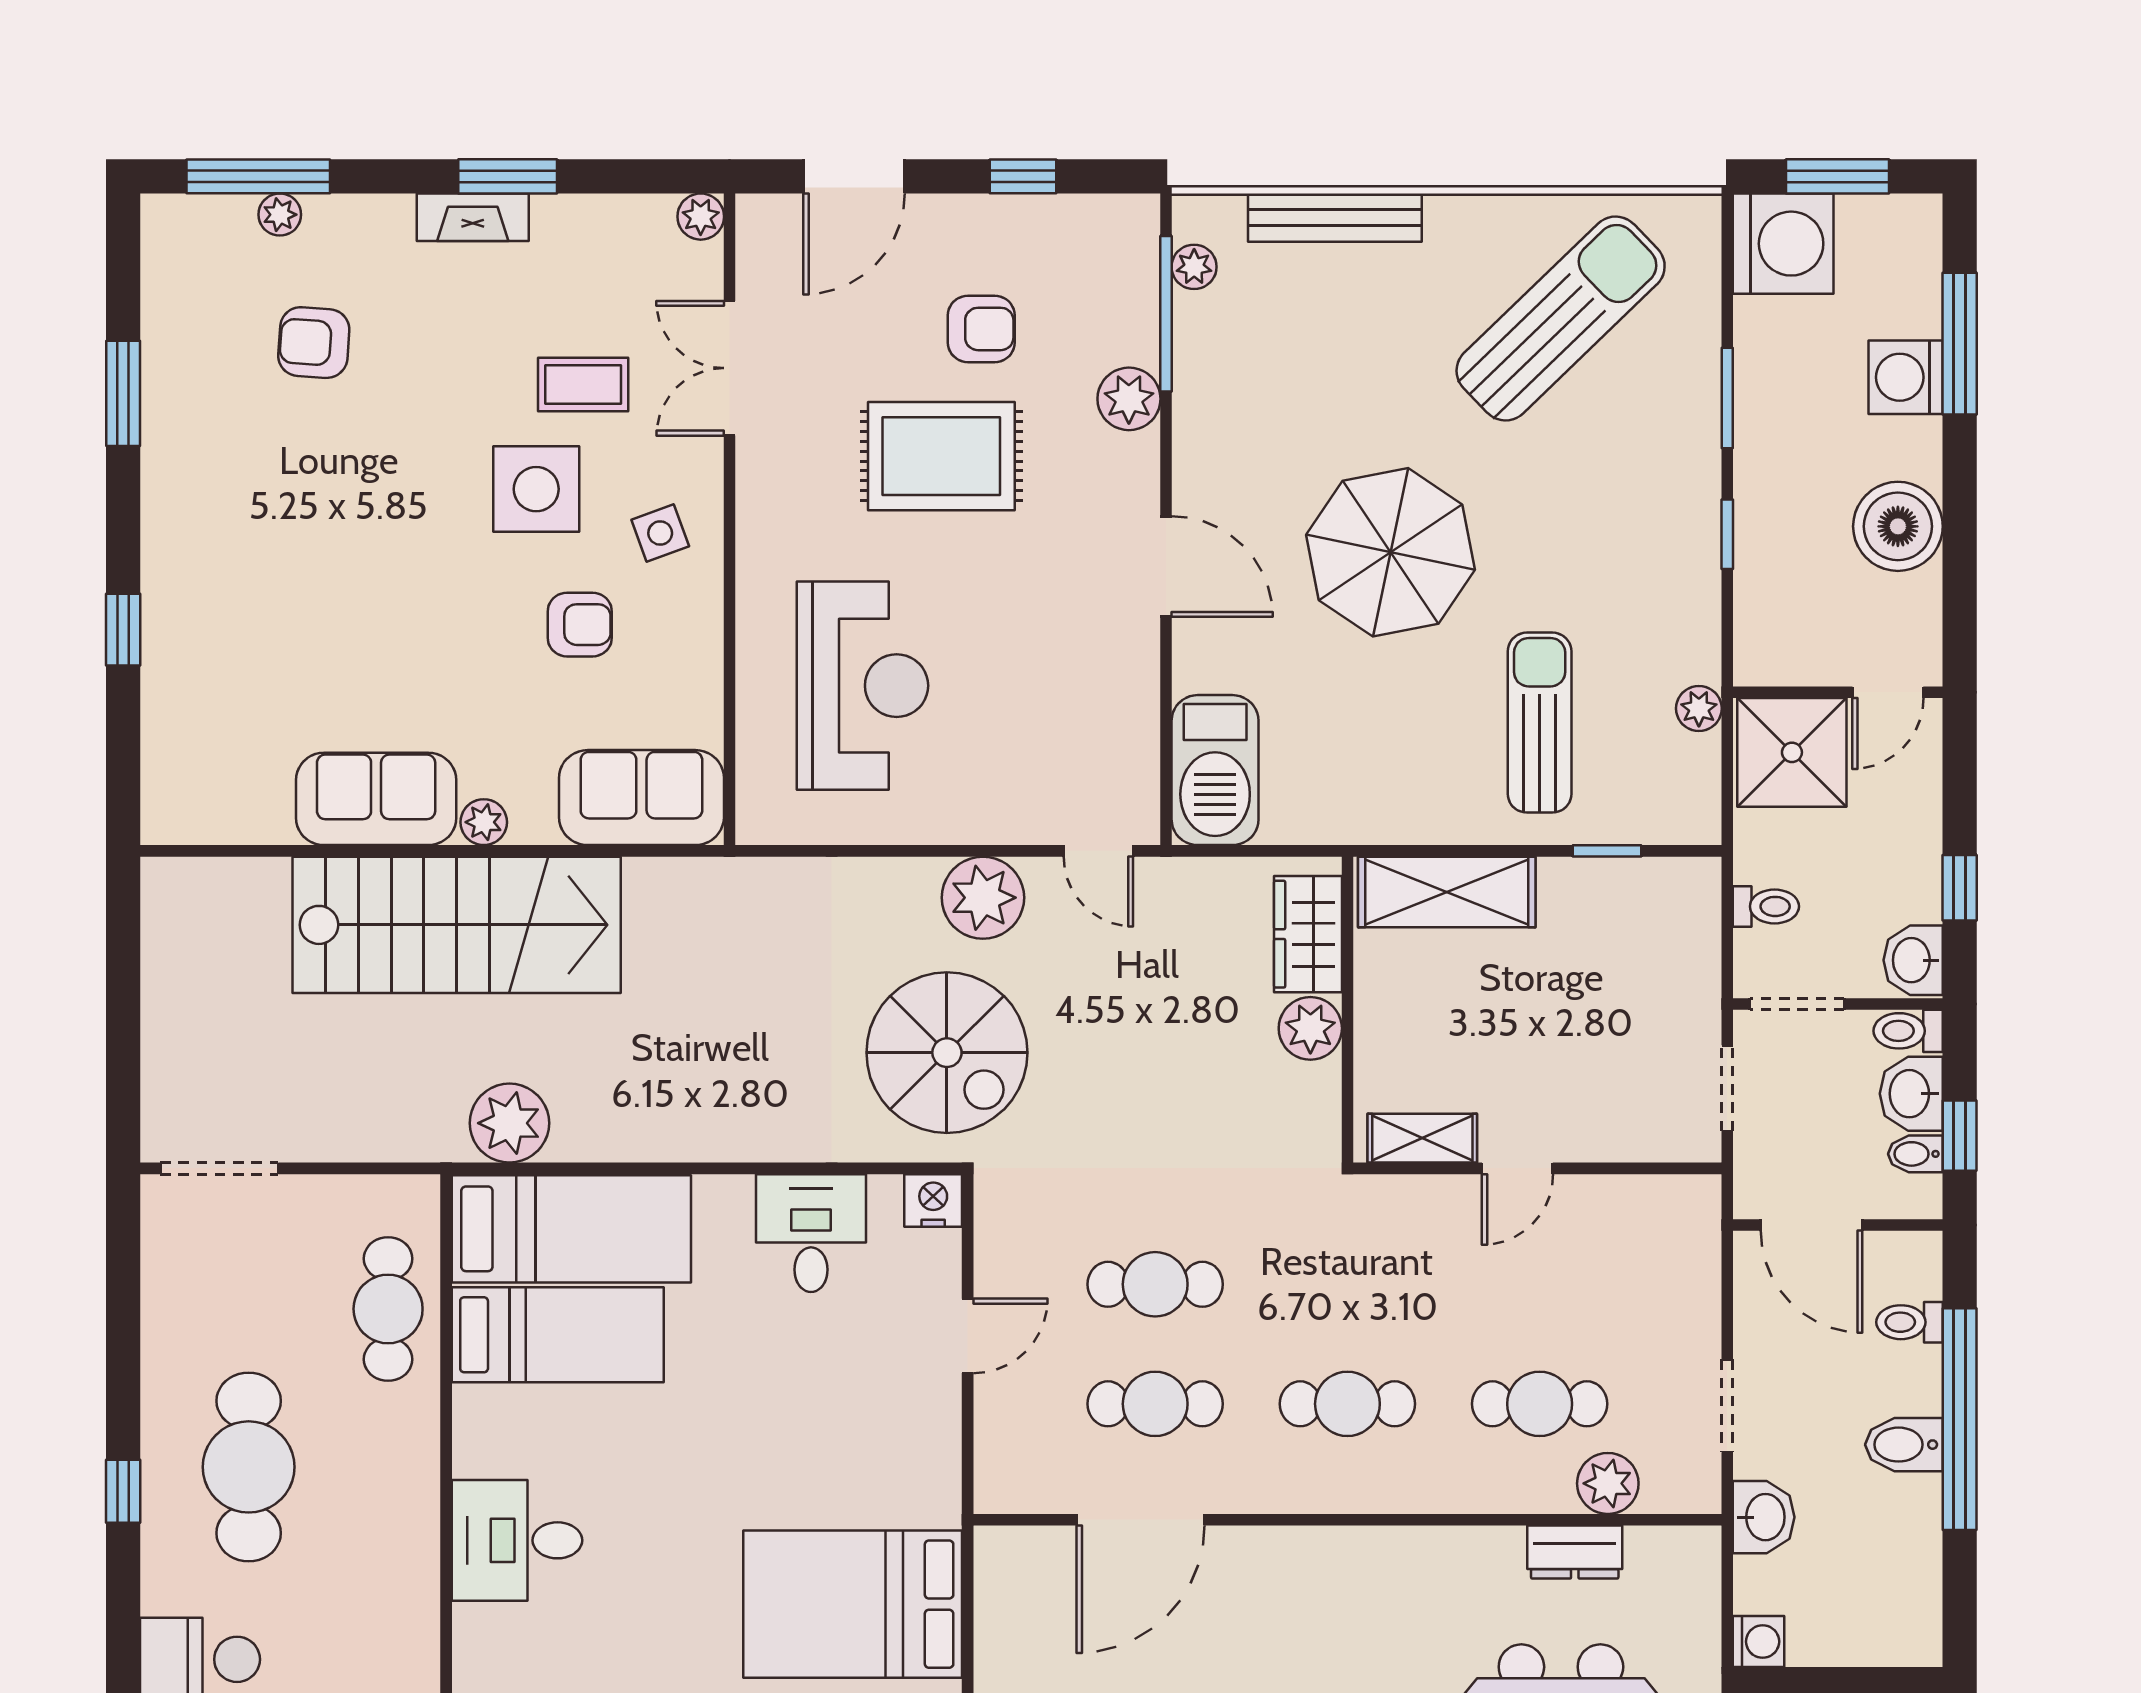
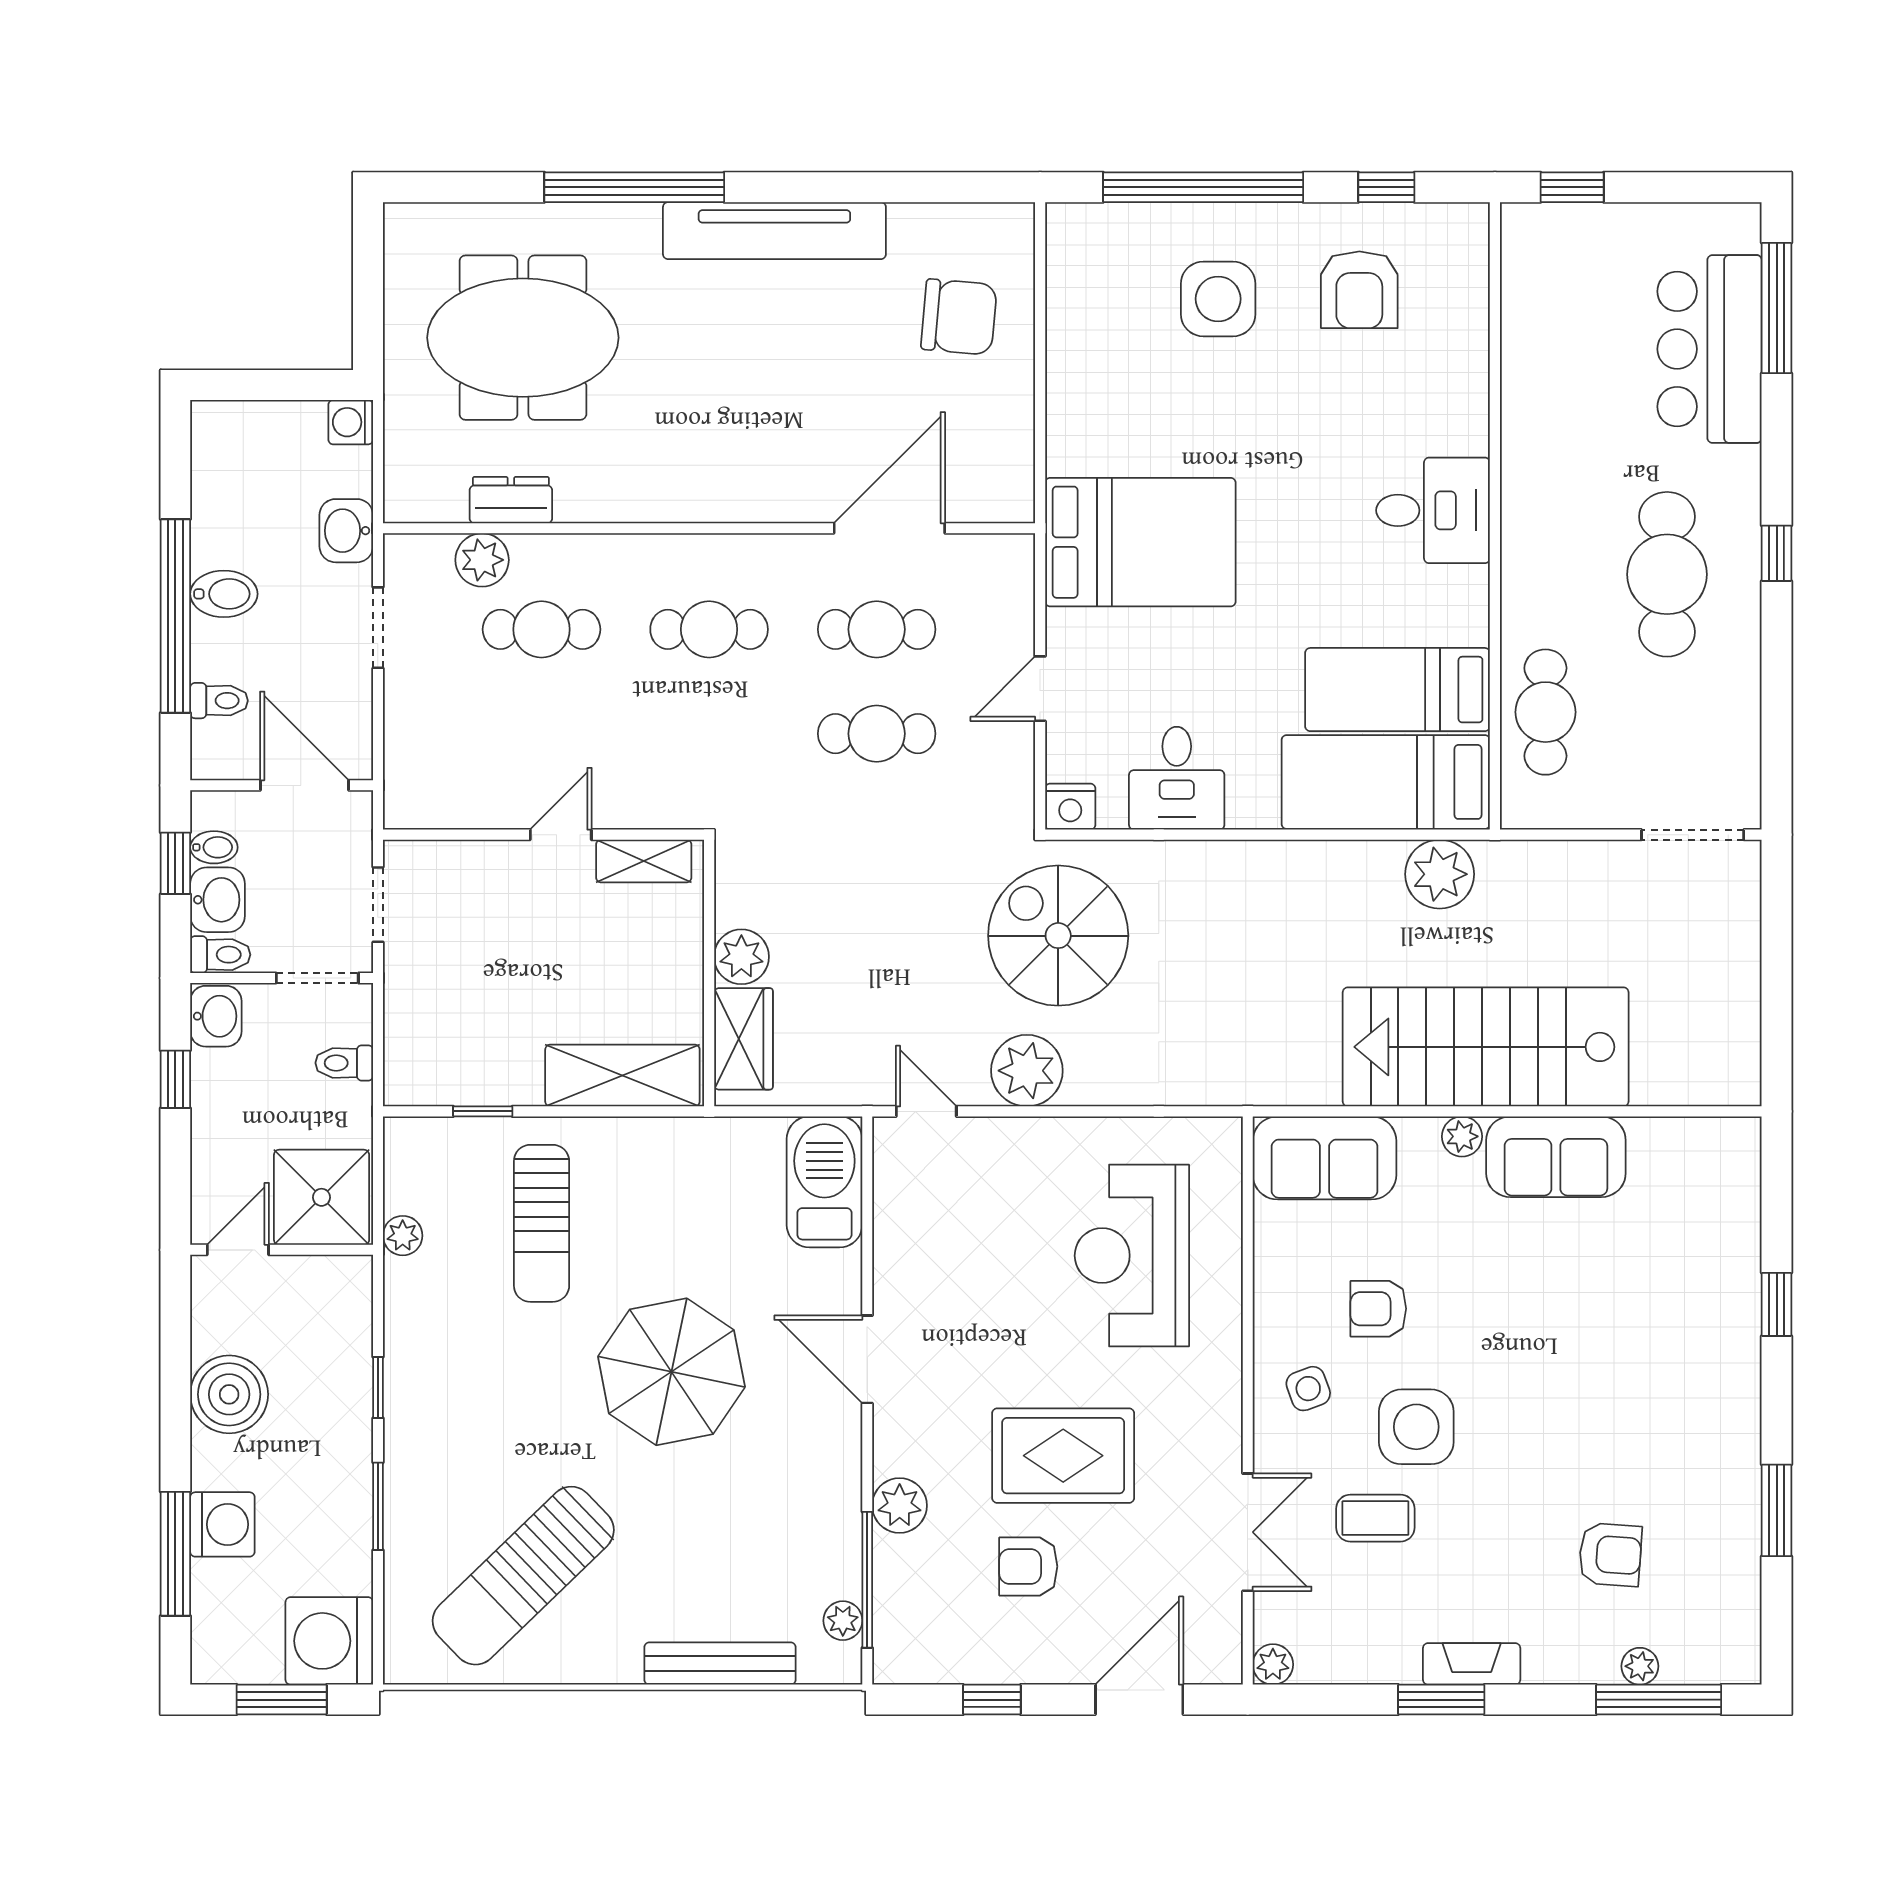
bed: (853, 1604) -> (1140, 542), moved

